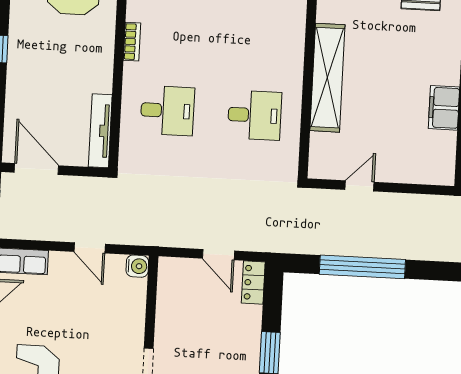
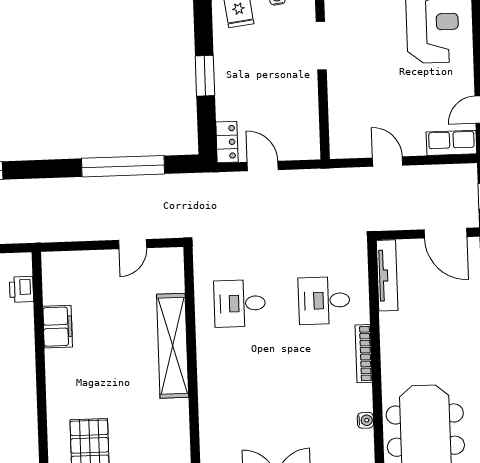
bookcase: (132, 42) -> (364, 354), width x1.56
water cooler: (137, 266) -> (340, 148), removed

